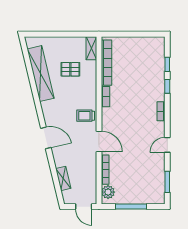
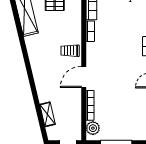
door: (46, 138) -> (30, 73), removed
door: (99, 141) -> (84, 77), swing flipped

